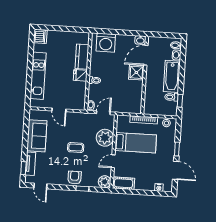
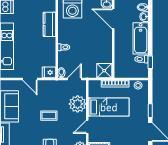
door: (146, 55) -> (113, 19), hinge flipped
shower: (136, 72) -> (104, 71), moved
fridge: (80, 75) -> (49, 72), moved

